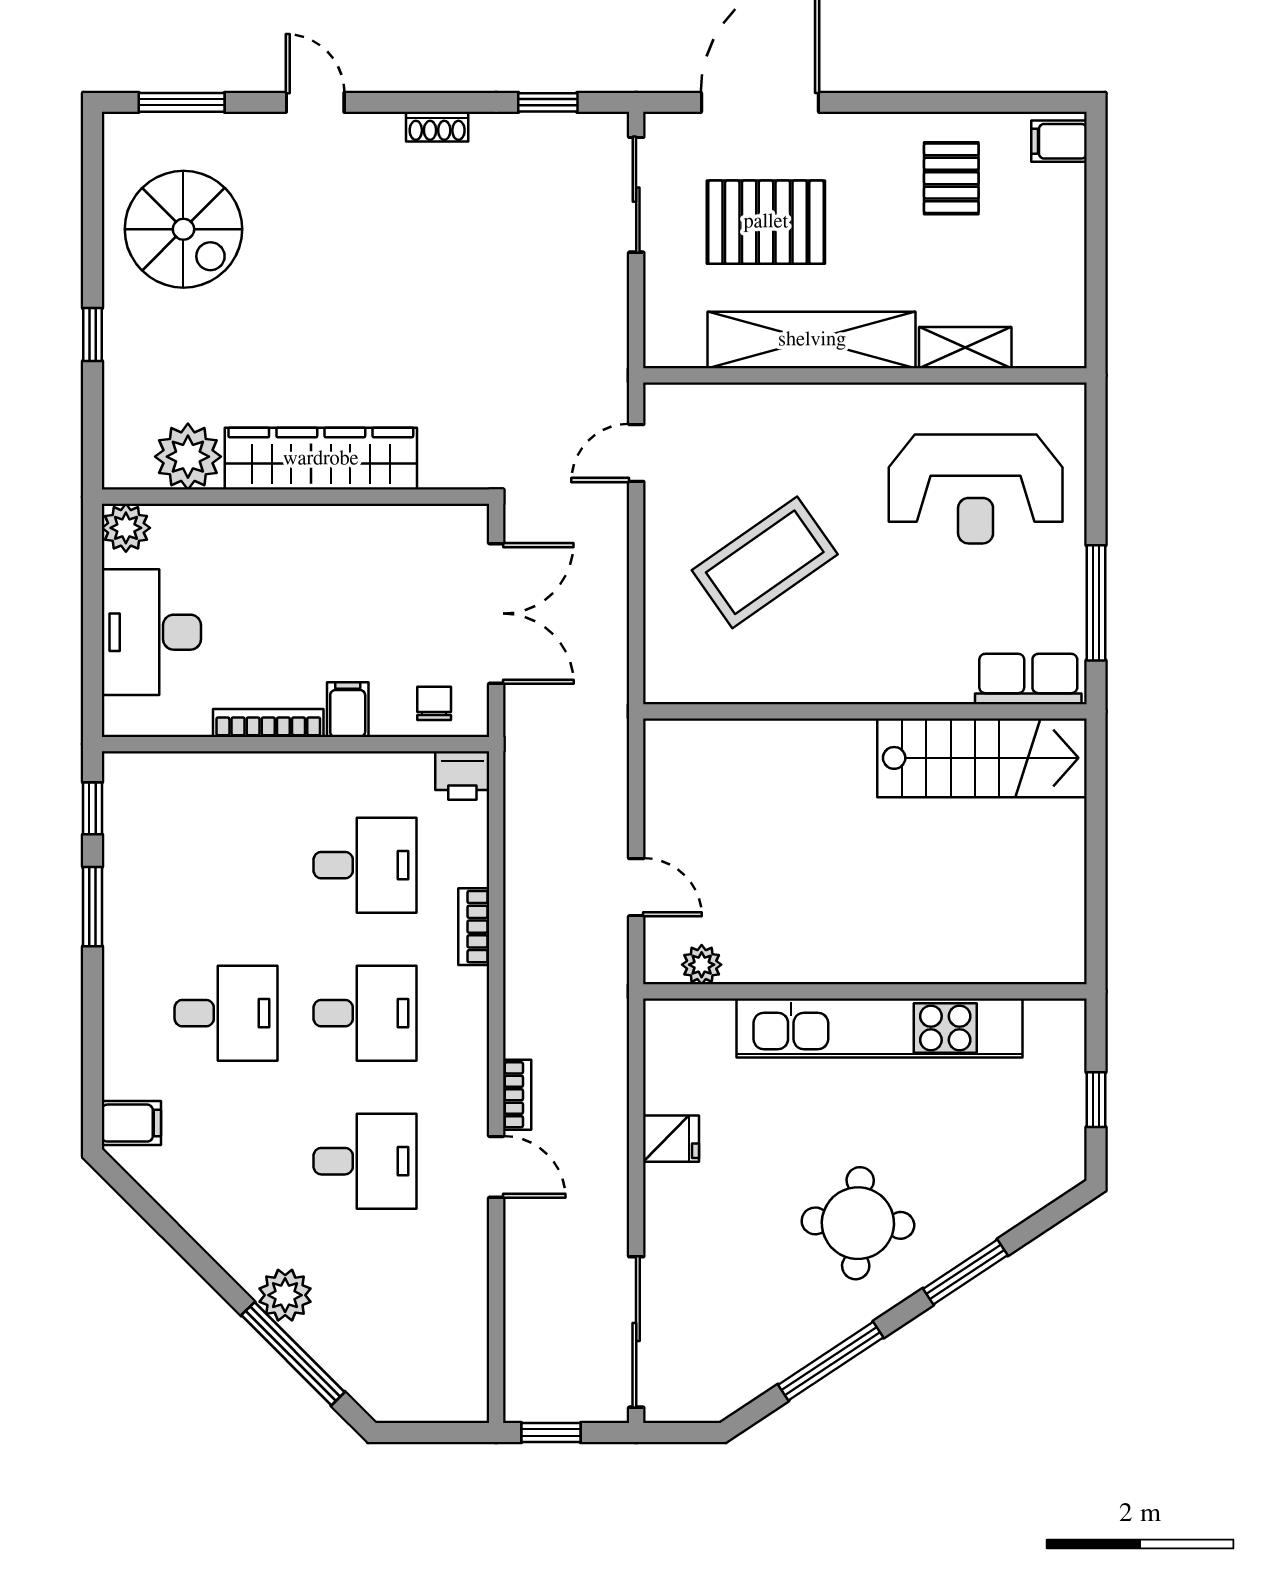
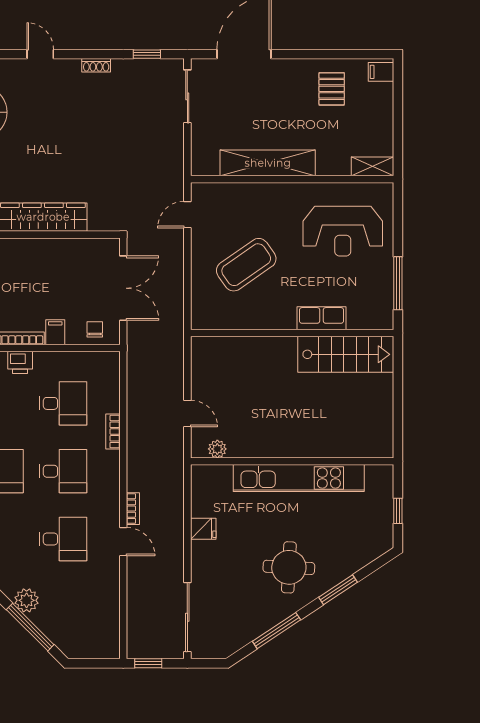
pallet: (766, 222) -> (247, 109), removed
shelving: (965, 348) -> (373, 166), moved
row of seats: (1028, 679) -> (322, 318), moved
printer: (462, 776) -> (20, 362), moved

